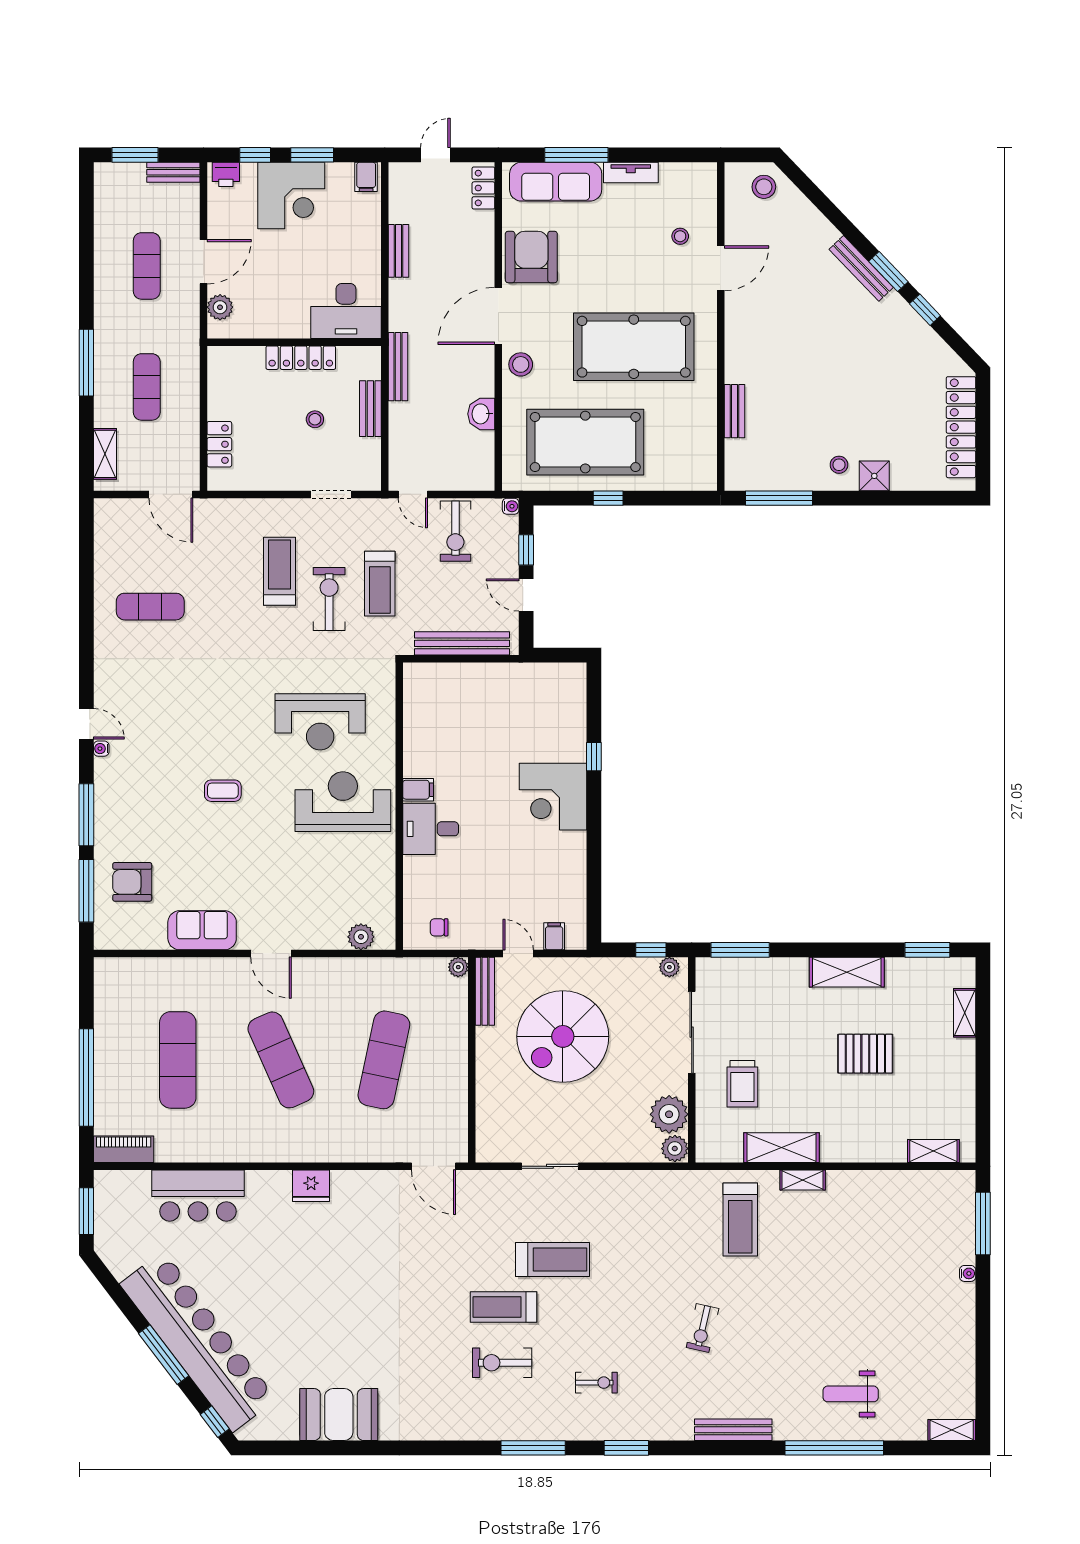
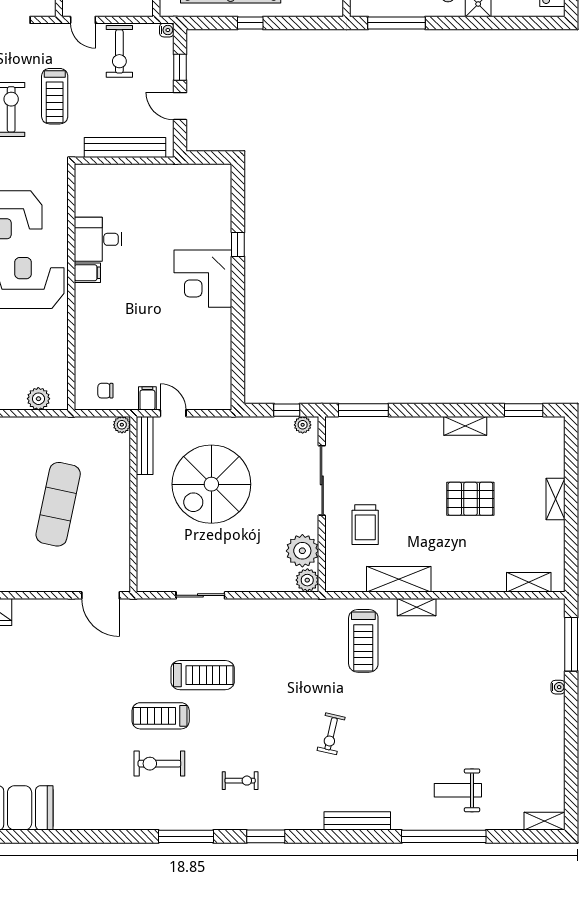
desk: (431, 829) -> (98, 239), moved
filing cabinet: (554, 936) -> (147, 398), moved
shelving: (847, 972) -> (465, 426), width x0.67, depth x0.75
shelving: (965, 1013) -> (556, 499), moved

